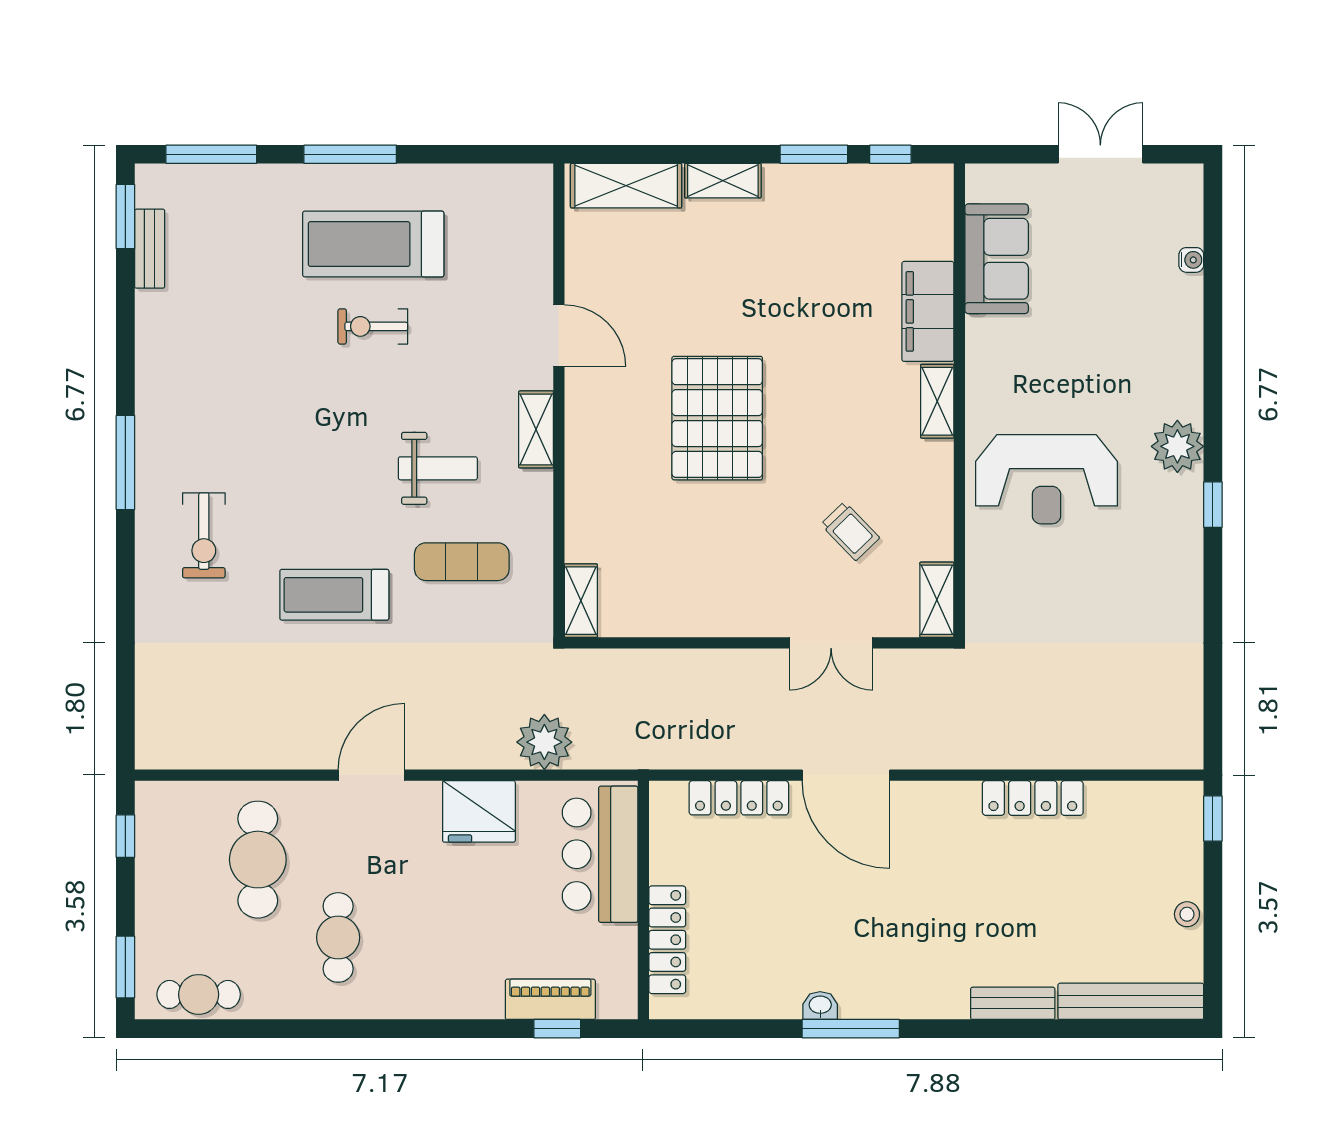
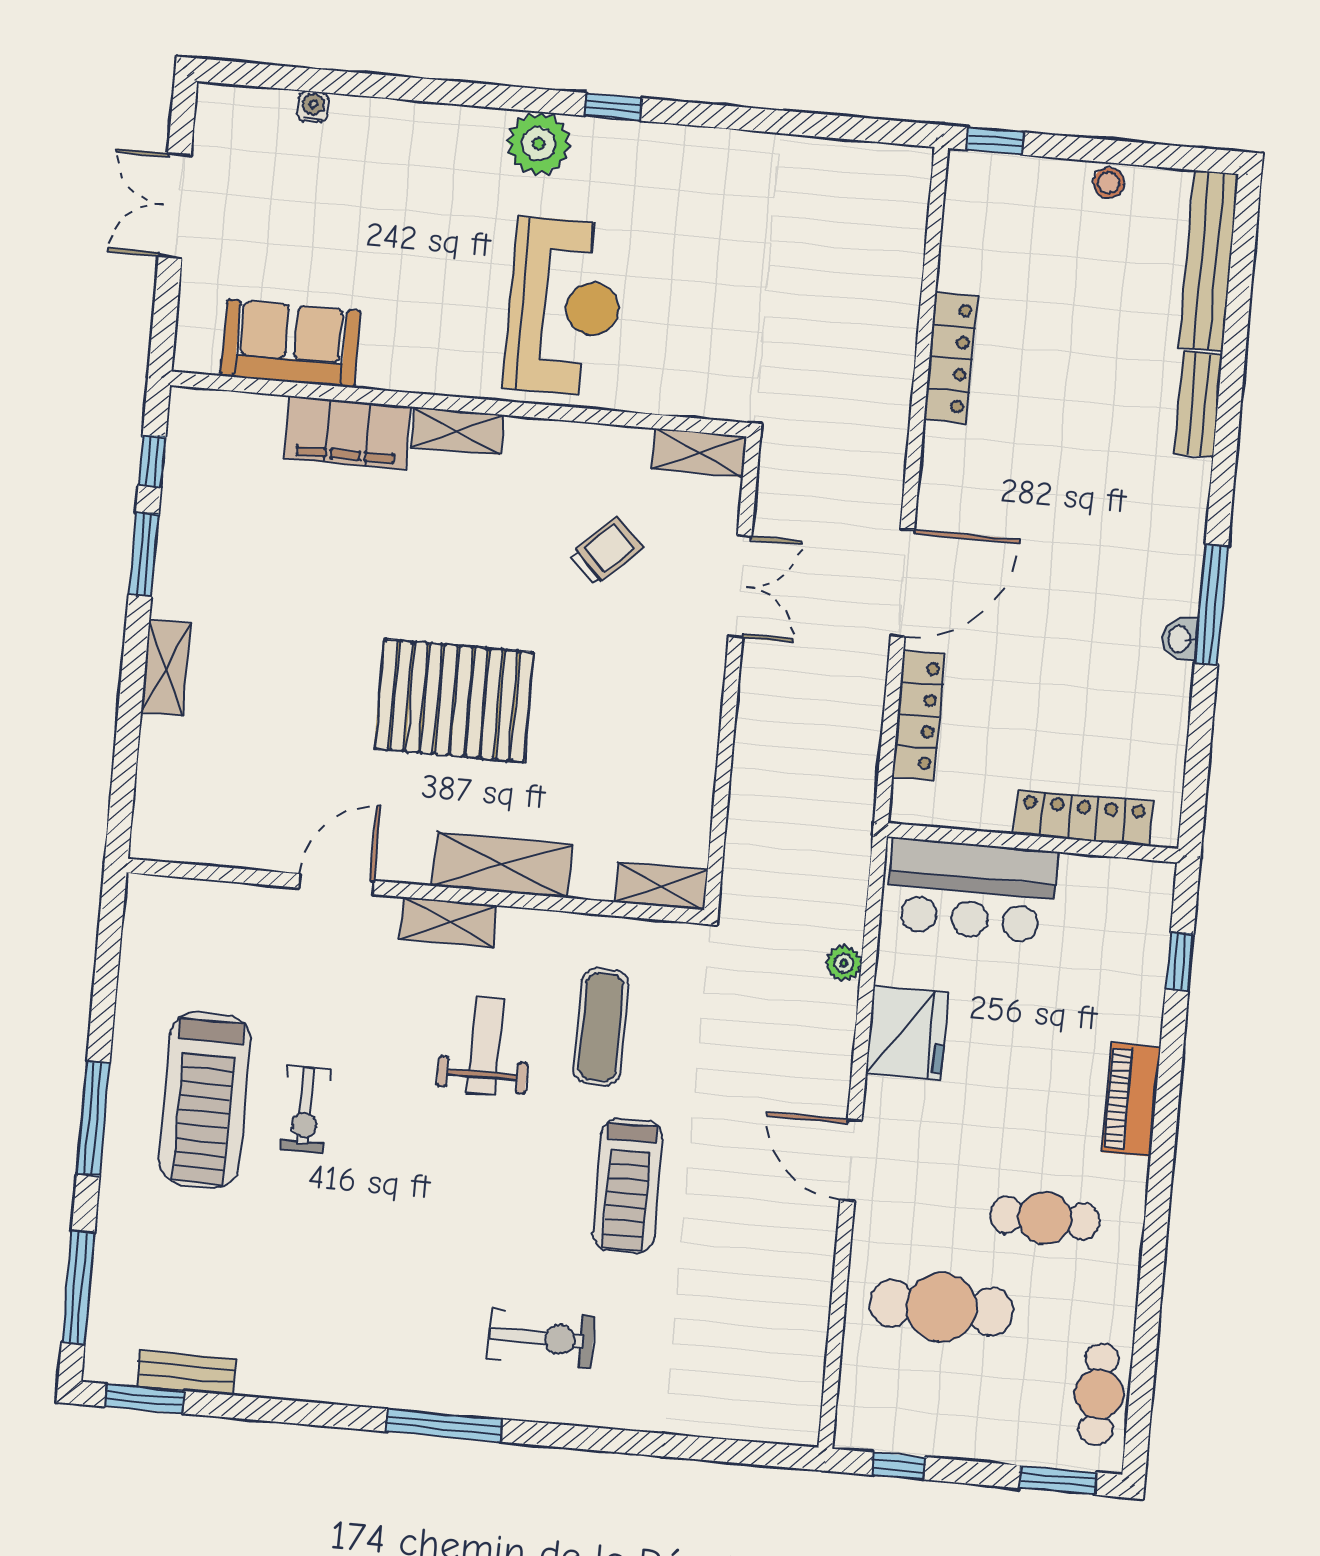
shelving: (626, 186) -> (502, 865), moved, turned 90
plant: (544, 742) -> (844, 963), width x0.53, depth x0.53
piano: (550, 999) -> (1131, 1100), moved

